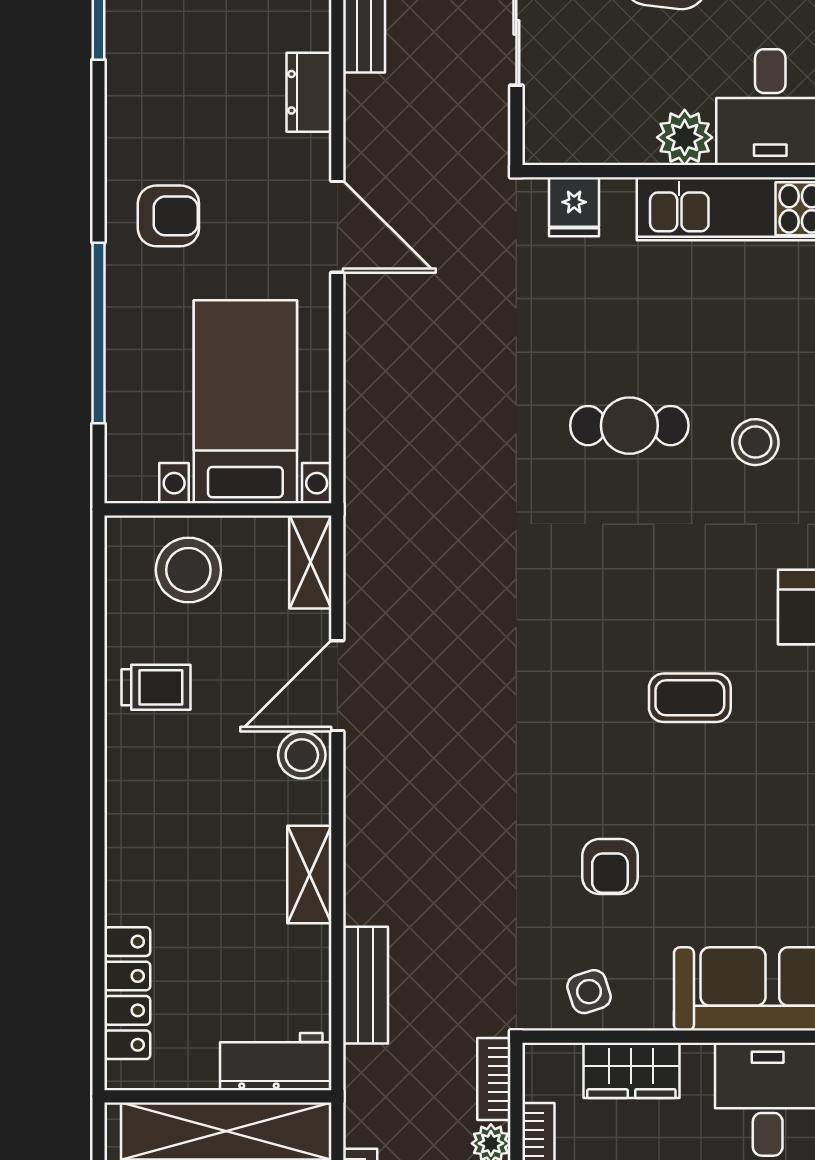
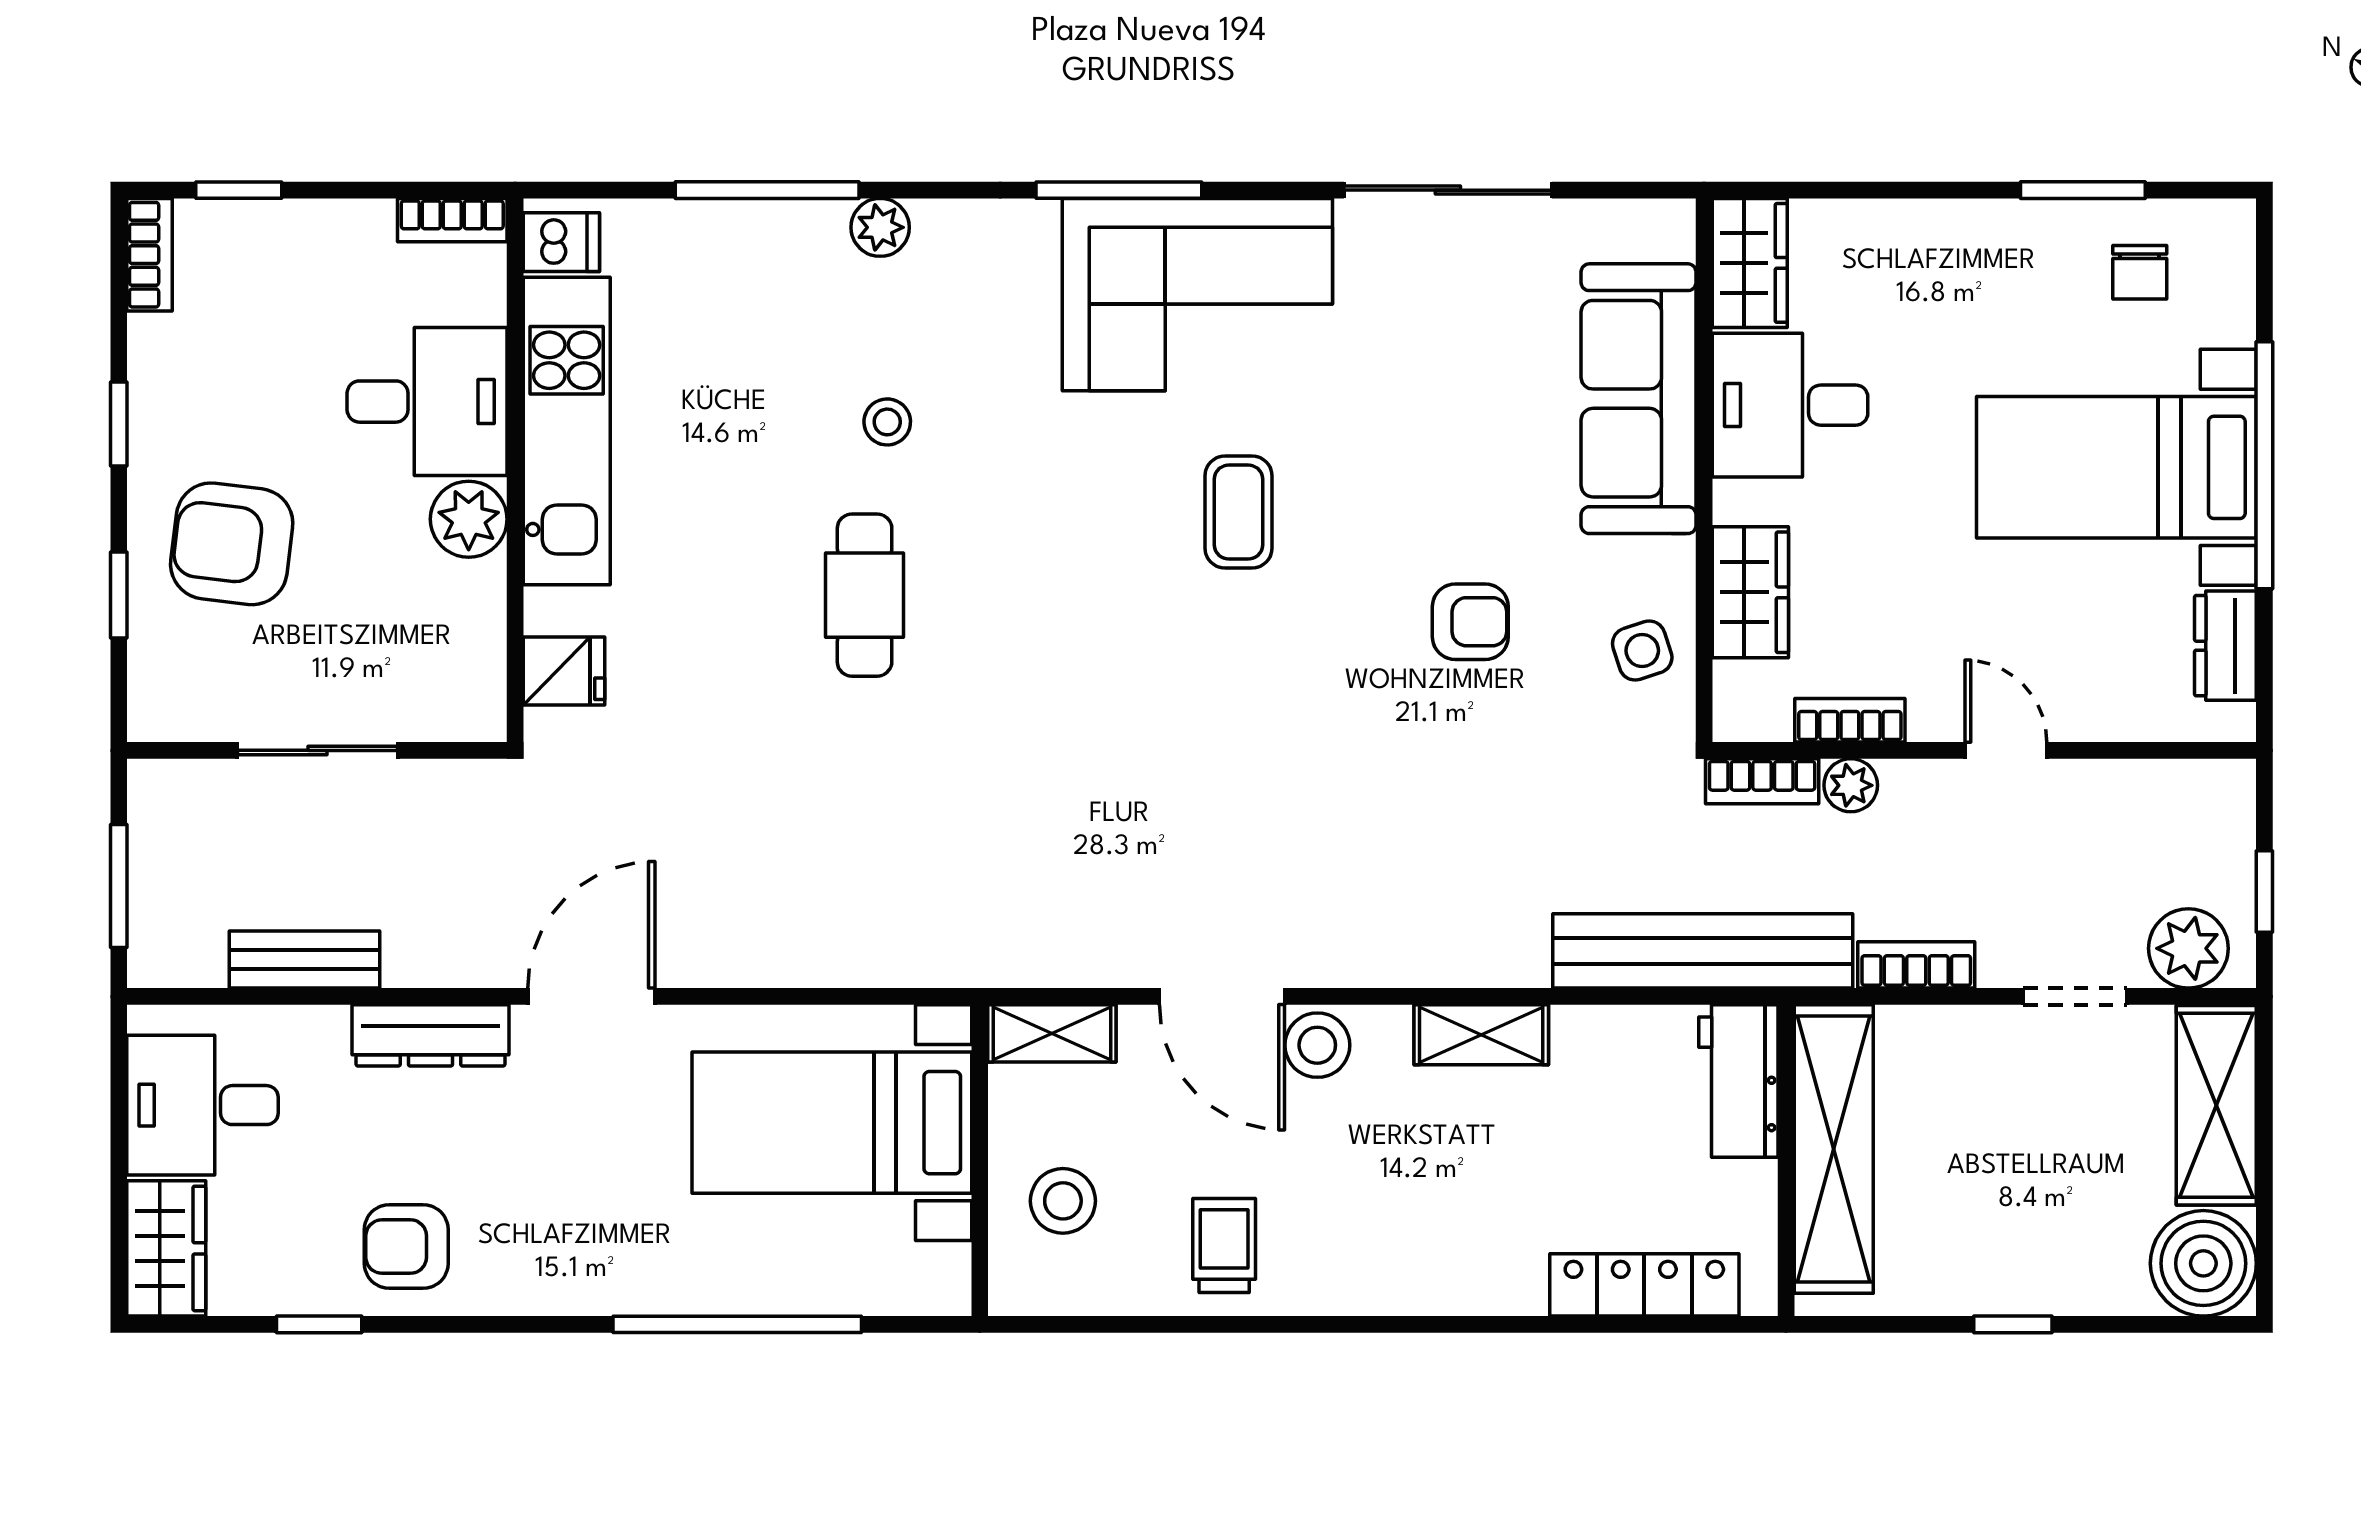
dresser: (309, 92) -> (430, 1035), width x1.44
armchair: (168, 216) -> (406, 1247), moved, turned -90
stool: (755, 442) -> (887, 422), width x0.73, depth x0.73
stool: (188, 570) -> (1063, 1201), width x0.73, depth x0.73
bench: (366, 985) -> (1703, 951), width x1.86, depth x1.21

